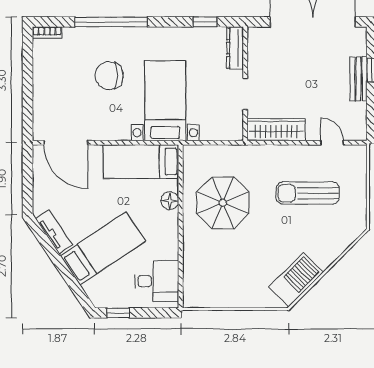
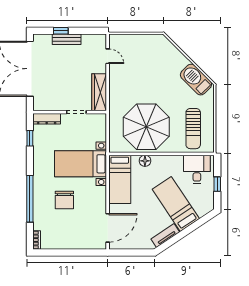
door: (332, 143) -> (108, 56), swing flipped
sun lounger: (308, 193) -> (193, 129), moved
parasol: (223, 203) -> (146, 127), width x1.36, depth x1.36
window: (118, 313) -> (217, 184), moved

